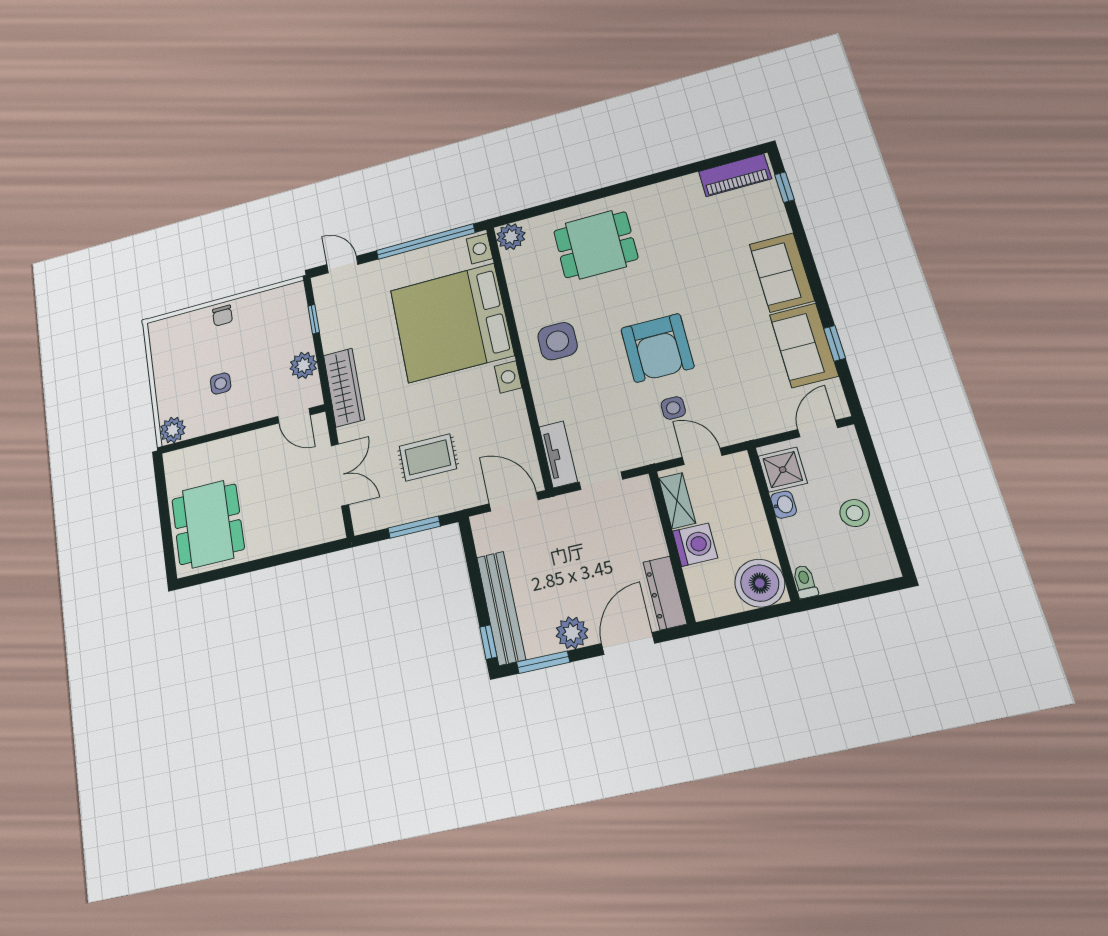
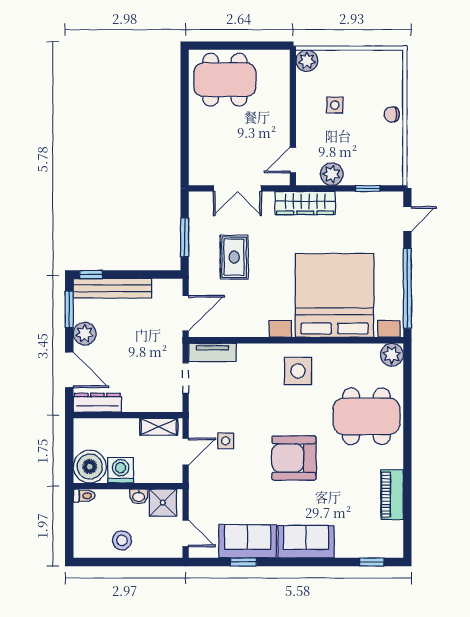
piano: (735, 175) -> (392, 495), moved
dining table: (596, 245) -> (366, 416), width x1.38
armchair: (657, 348) -> (294, 458), moved
washing machine: (695, 545) -> (121, 470), moved, turned 180

